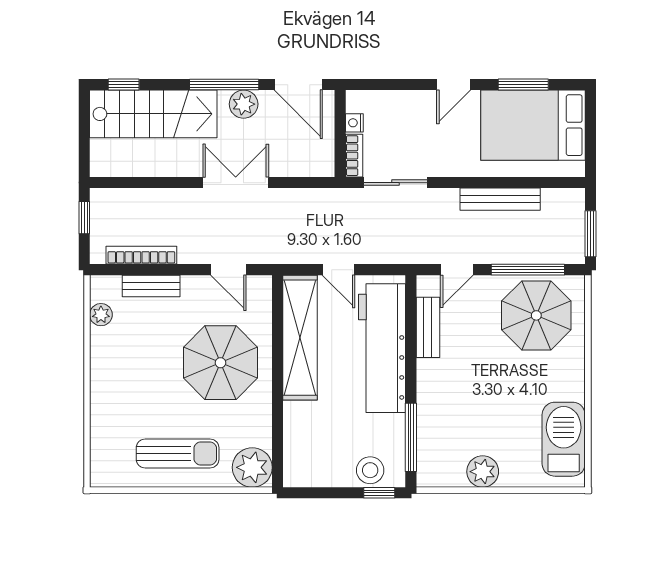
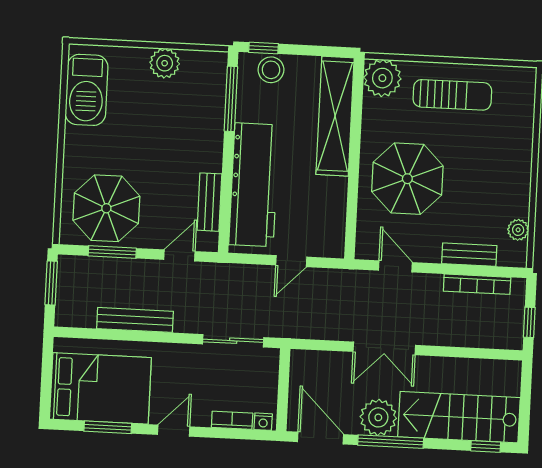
plant: (244, 104) -> (378, 417), width x1.36, depth x1.36
nightstand: (354, 123) -> (263, 422), moved, turned 90
bookcase: (354, 156) -> (232, 420), moved, turned 90
door: (339, 270) -> (291, 261), swing flipped
window: (528, 270) -> (112, 252), width x0.69
shelving: (300, 338) -> (335, 116), moved
sun lounger: (178, 454) -> (452, 95), turned 180

